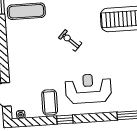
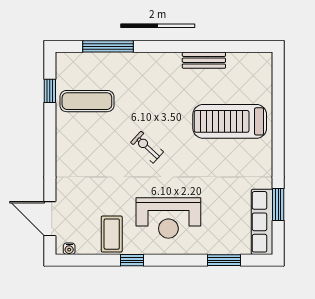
reception desk: (88, 89) -> (168, 218), turned 180

